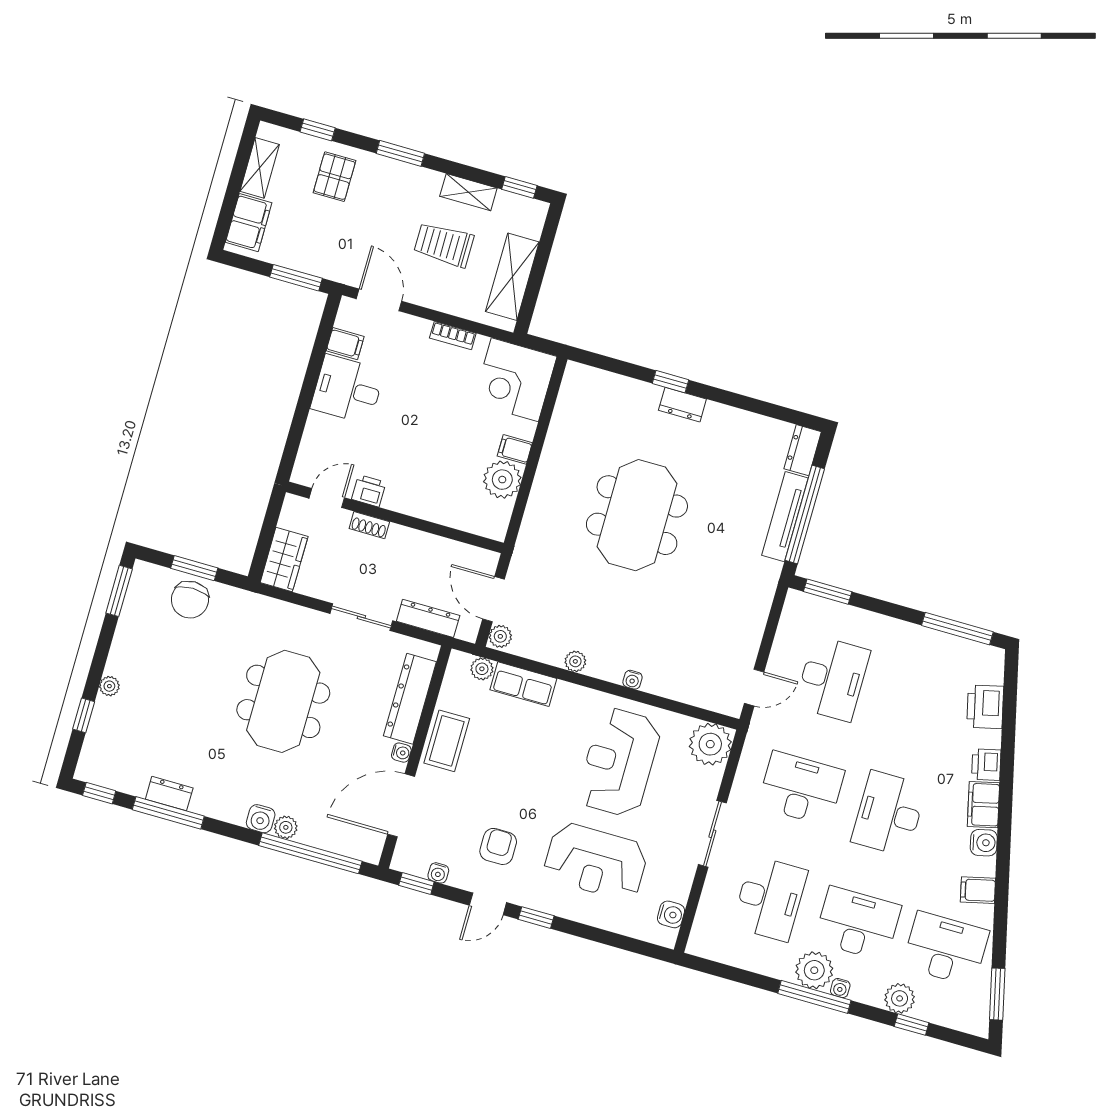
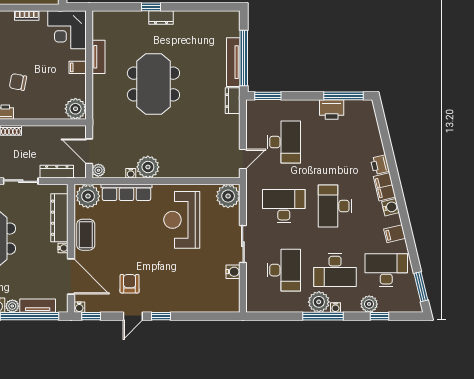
tv unit: (556, 442) -> (99, 57), added
chair: (405, 445) -> (18, 82), added
dresser: (803, 450) -> (233, 101), moved
plant: (502, 480) -> (75, 109), moved
plant: (575, 661) -> (148, 167), width x1.88, depth x1.88
plant: (482, 669) -> (88, 196), width x1.88, depth x1.88
water cooler: (633, 680) -> (131, 173), moved
row of seats: (523, 684) -> (126, 192), width x1.48
printer: (985, 707) -> (332, 110), moved, turned -77
door: (401, 805) -> (71, 276), swing flipped
tv unit: (330, 839) -> (38, 306), added
reception desk: (596, 862) -> (184, 277), removed
water cooler: (438, 873) -> (79, 307), moved
water cooler: (671, 914) -> (233, 272), moved
desk: (858, 924) -> (335, 270), turned 180

